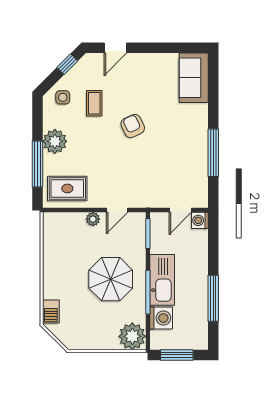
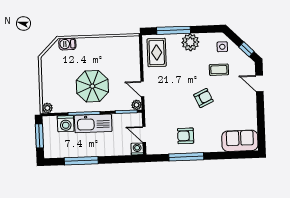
armchair: (184, 153) -> (186, 136), added
plant: (93, 219) -> (136, 105), moved
plant: (132, 336) -> (47, 108), width x0.53, depth x0.53

